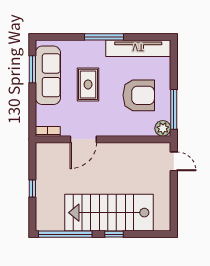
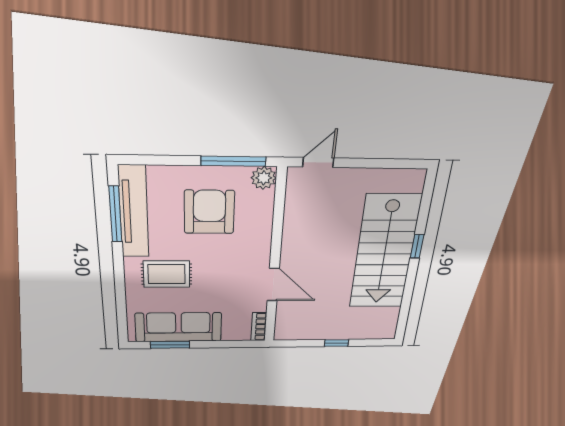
window: (104, 37) -> (115, 214), moved
rug: (88, 84) -> (167, 274), moved
window: (65, 234) -> (405, 305), removed

